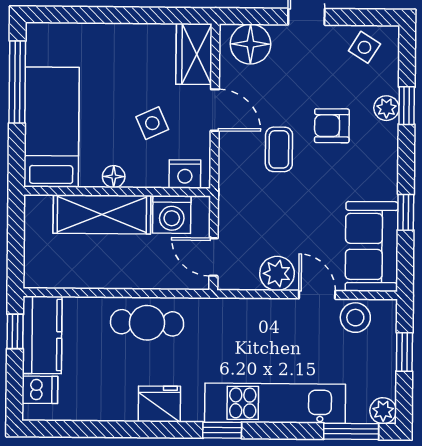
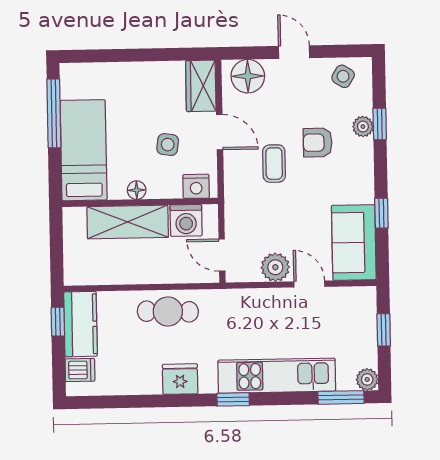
side table: (152, 123) -> (168, 145), turned 32
stool: (355, 318) -> (342, 302), removed

